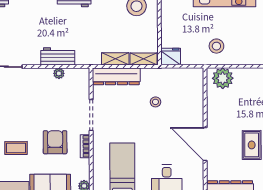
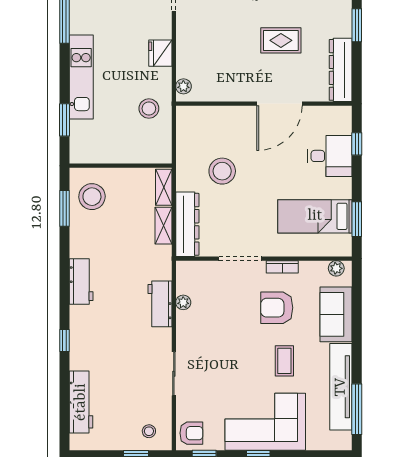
stool: (216, 46) -> (149, 109), moved
fridge: (171, 56) -> (160, 53), moved
plant: (223, 78) -> (183, 86), width x0.53, depth x0.53
stool: (155, 102) -> (222, 171), width x1.89, depth x1.89

